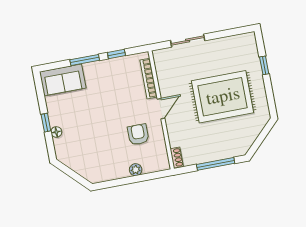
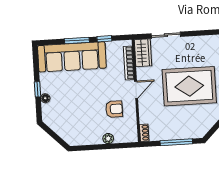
wardrobe: (164, 65) -> (143, 53), added
sofa: (63, 80) -> (72, 57), width x1.85, depth x1.27
armchair: (138, 134) -> (114, 109), turned 90

